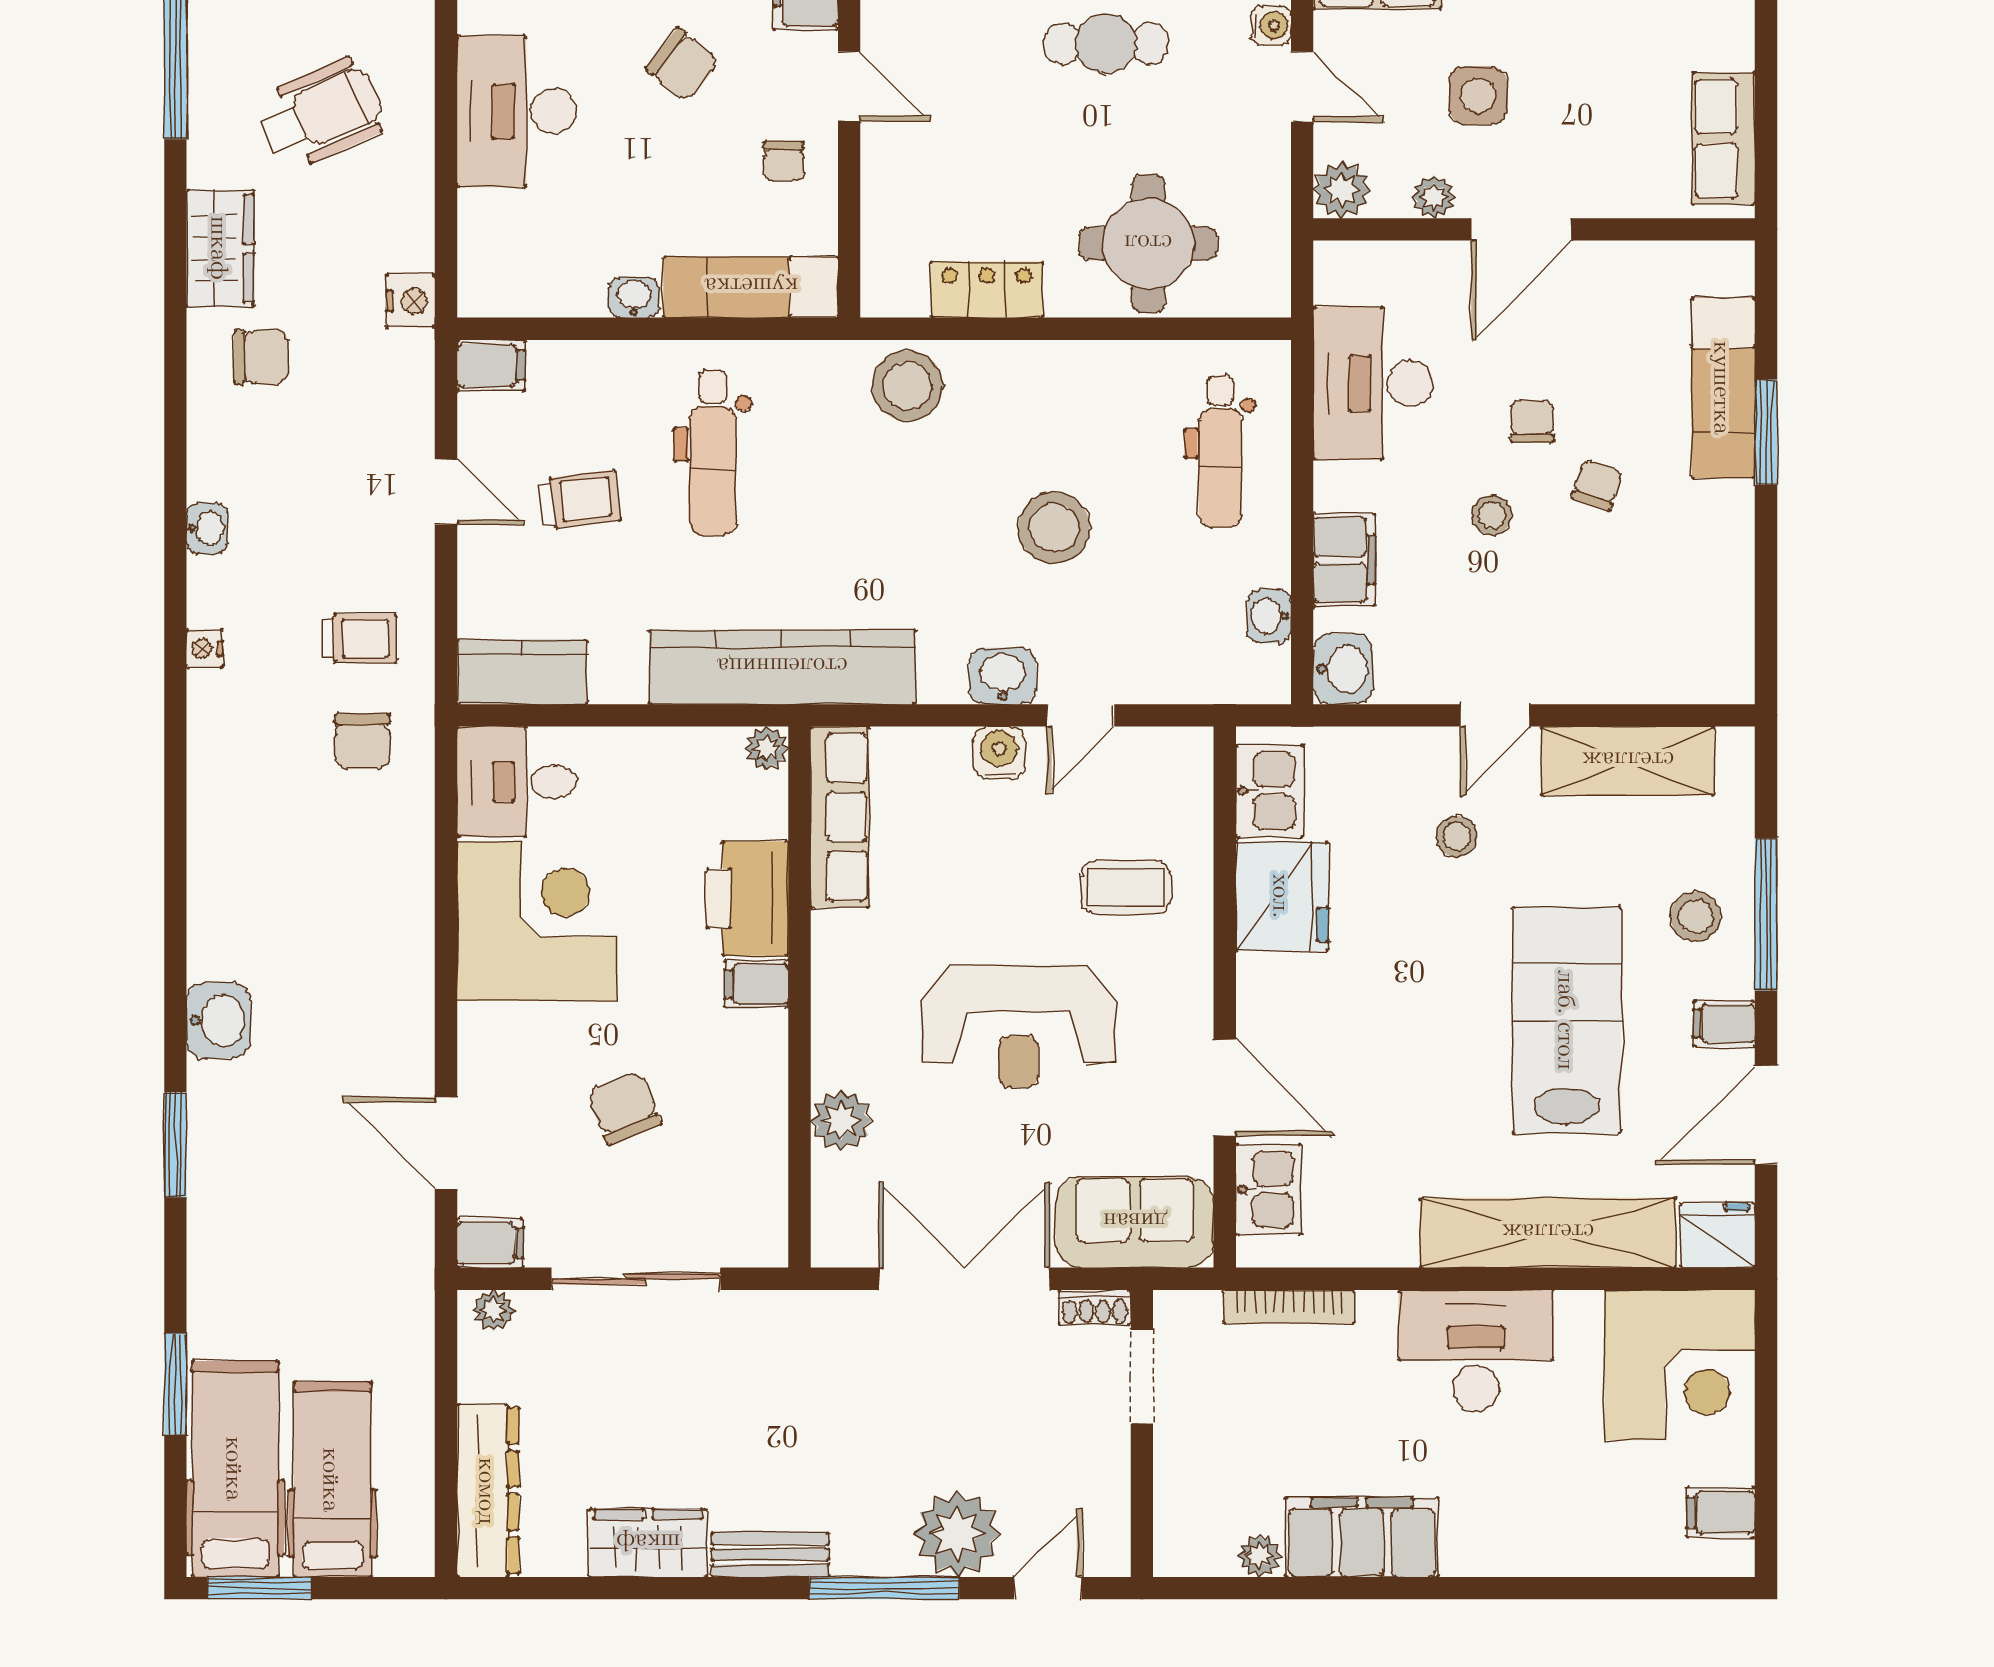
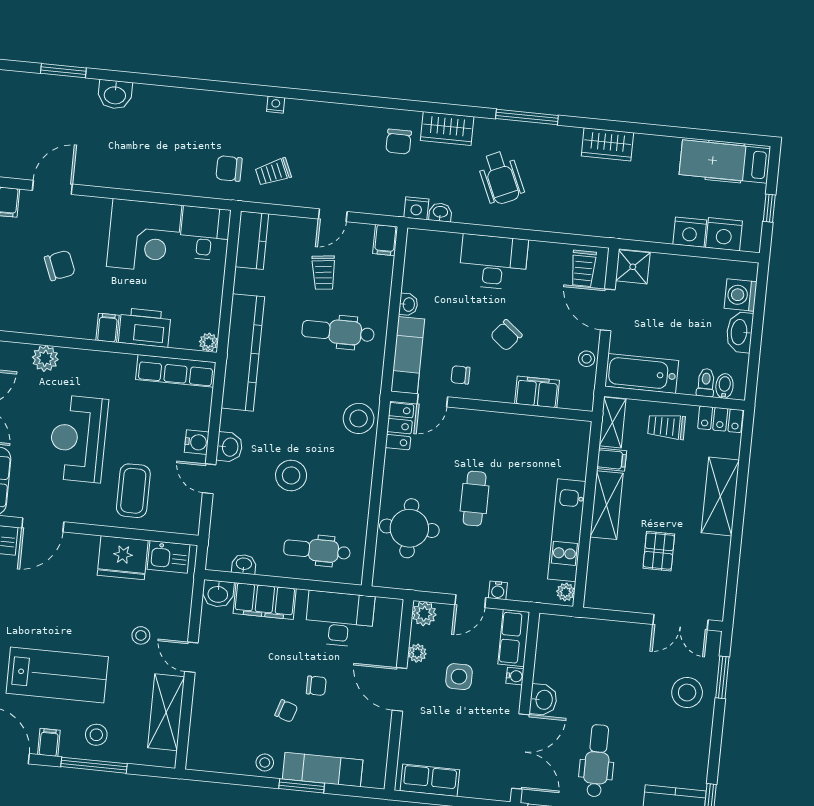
cafe table: (1106, 44) -> (475, 499), moved
door: (849, 86) -> (432, 400), moved
locker: (987, 290) -> (400, 426), moved
stool: (1492, 515) -> (265, 762), moved
washbasin: (207, 528) -> (440, 212), moved, turned 180
filing cabinet: (1344, 560) -> (265, 601), width x1.50, depth x1.17
trolley: (360, 638) -> (273, 172), turned 66
coffee table: (1125, 887) -> (133, 491), width x1.36, depth x1.30

